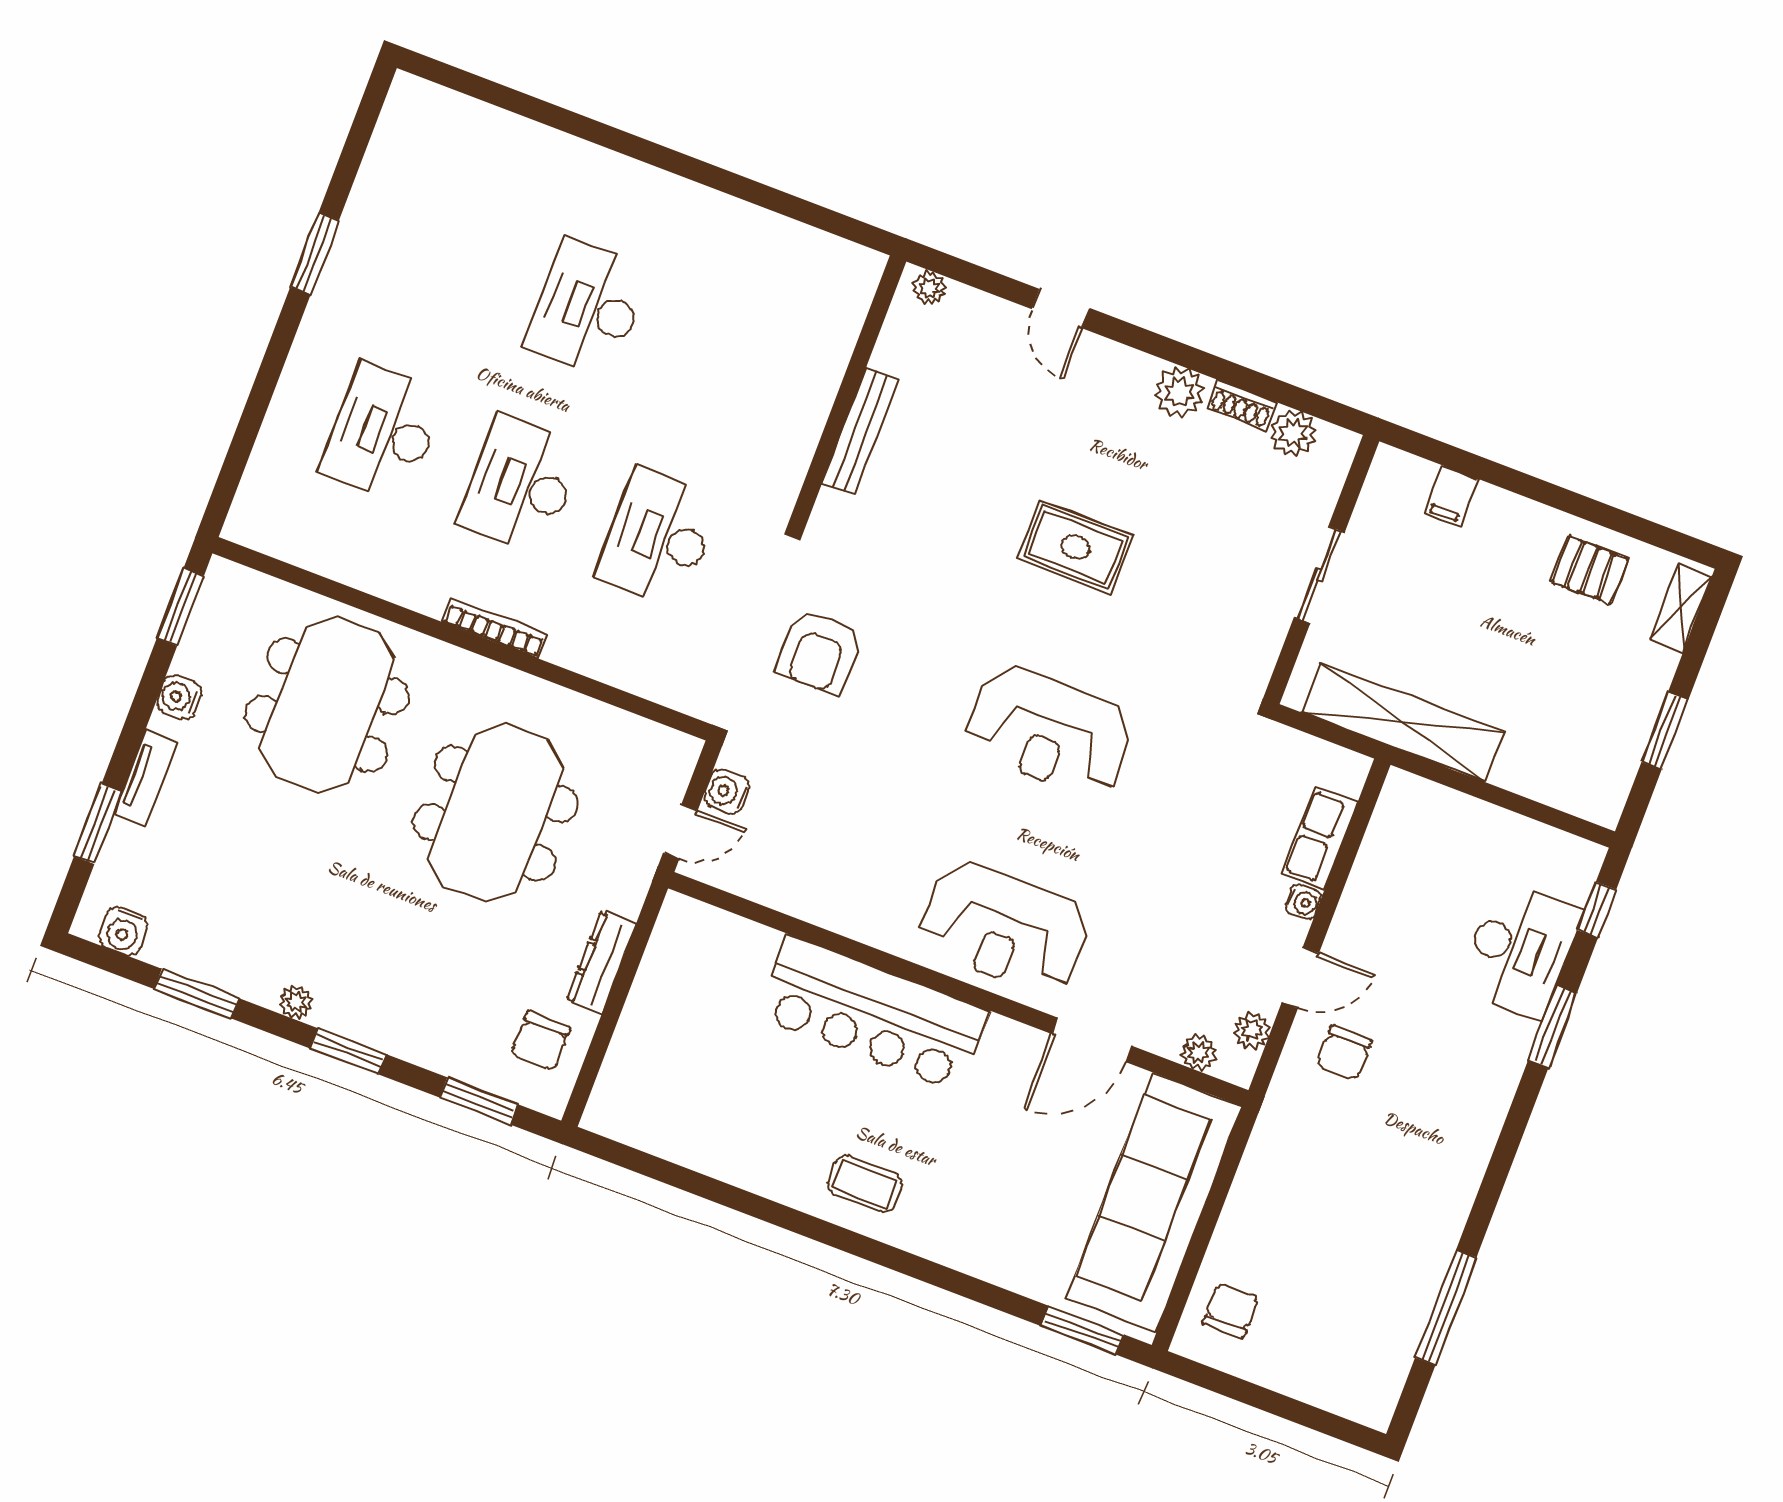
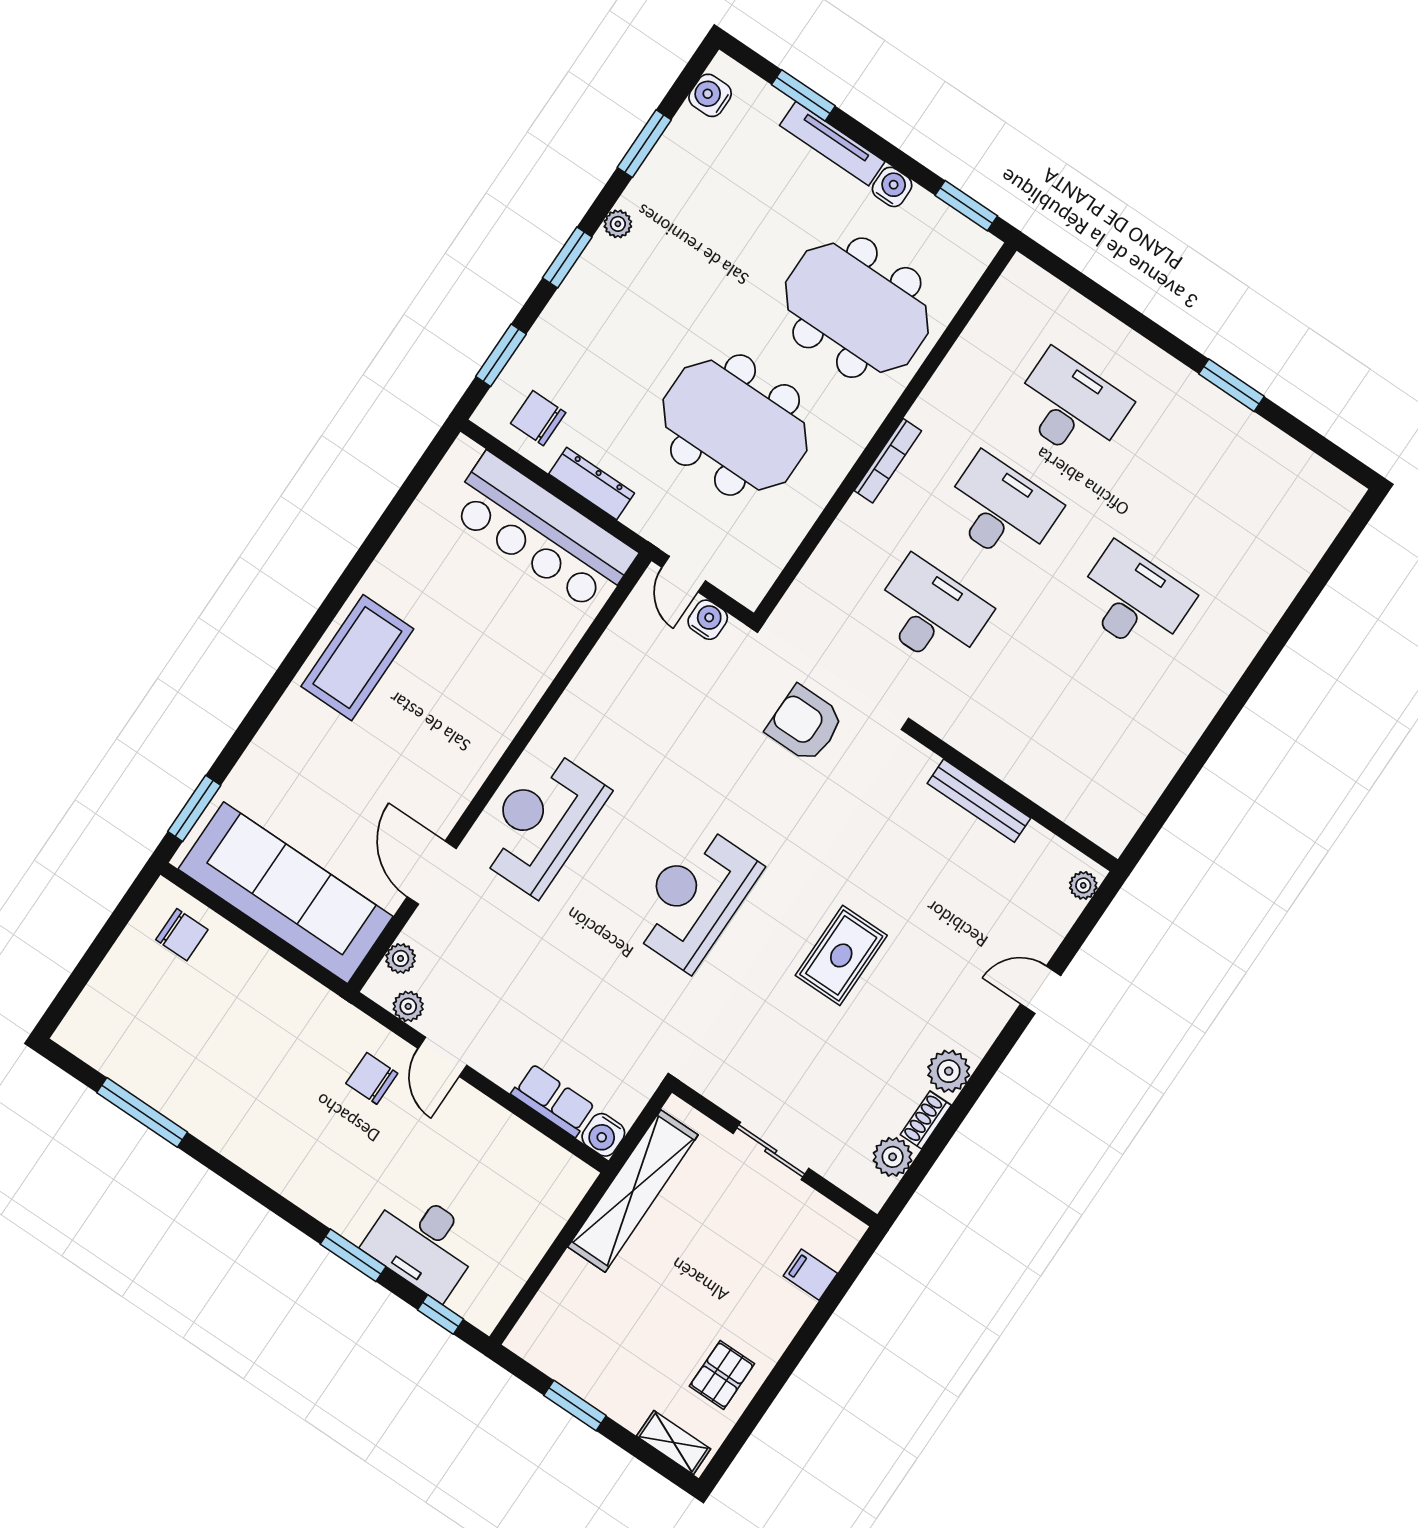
tv unit: (146, 778) -> (832, 144), width x1.41
water cooler: (1303, 902) -> (603, 1135), moved, width x1.38, depth x1.38
bar counter: (873, 1014) -> (542, 532), moved, turned -90
coffee table: (865, 1184) -> (357, 658), width x1.86, depth x1.72

